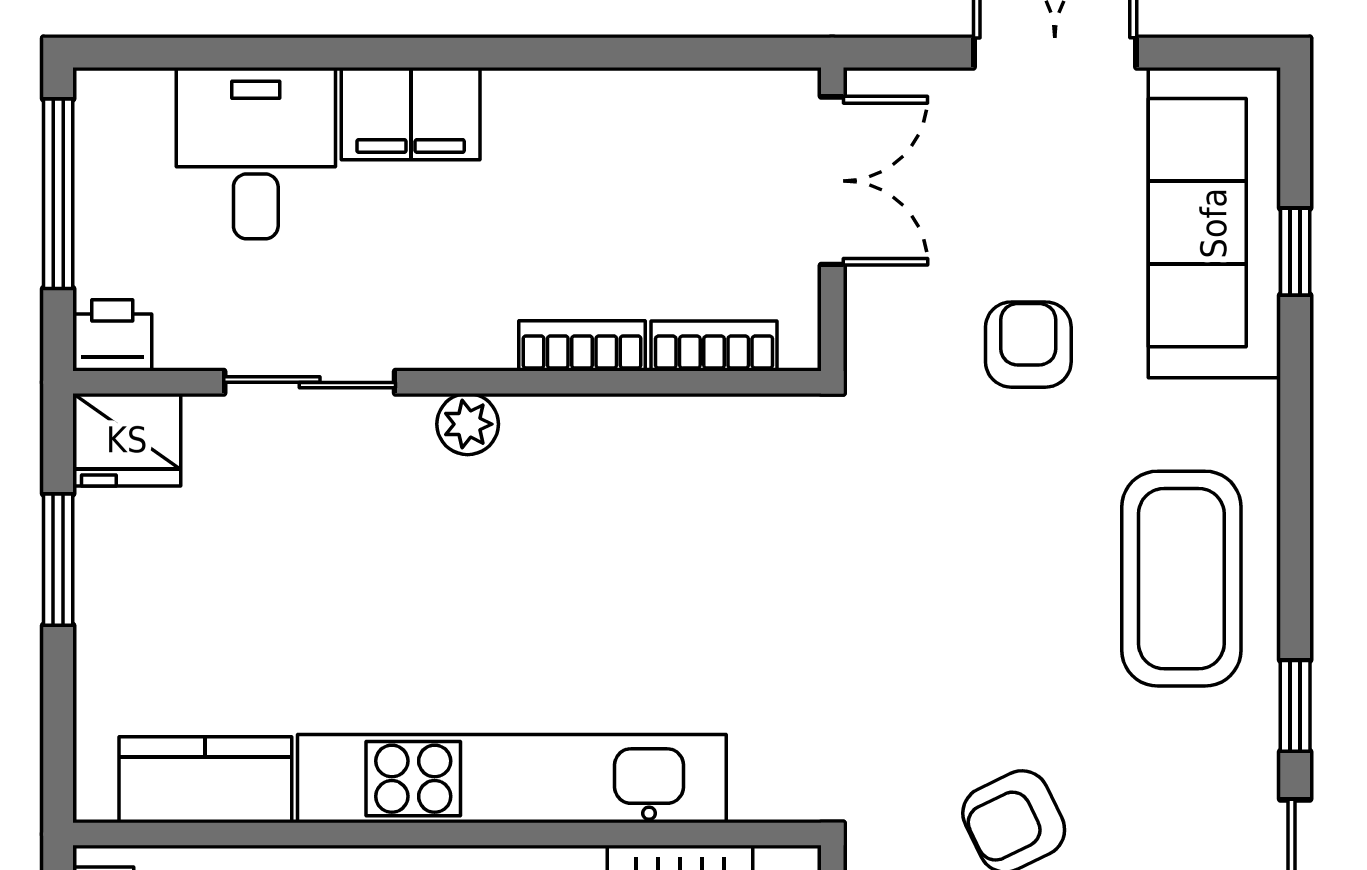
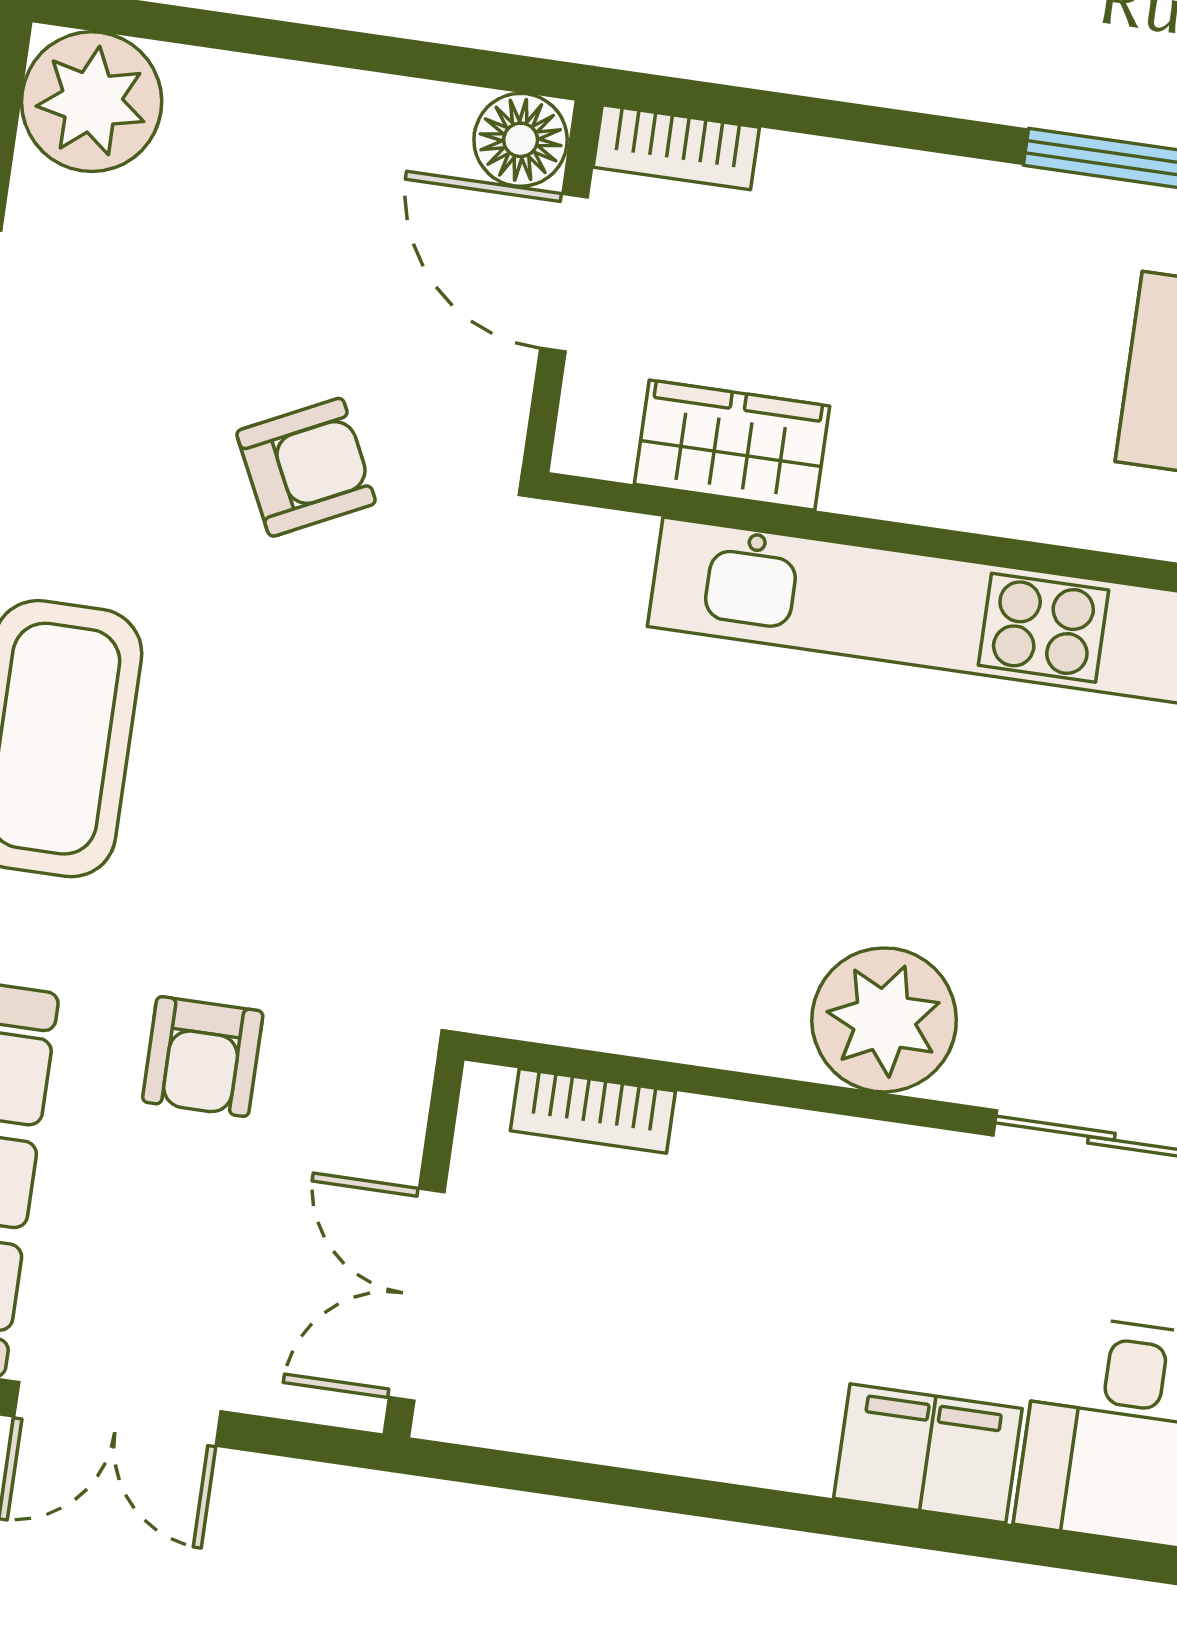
bookcase: (582, 346) -> (757, 1135), removed
plant: (468, 424) -> (884, 1020), width x1.88, depth x1.88

